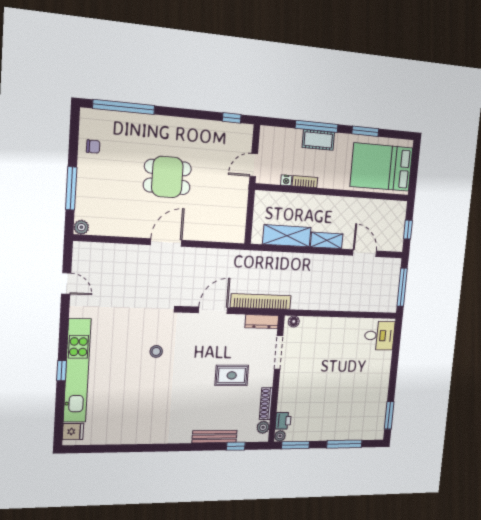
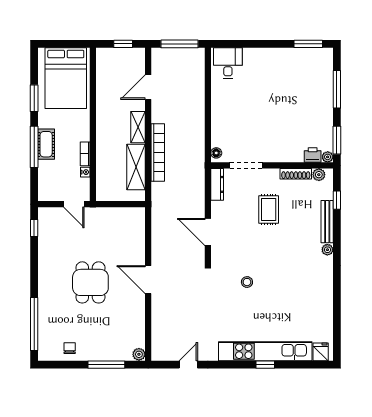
bookcase: (261, 302) -> (158, 152), moved, turned 180
plant: (185, 437) -> (327, 250), added

